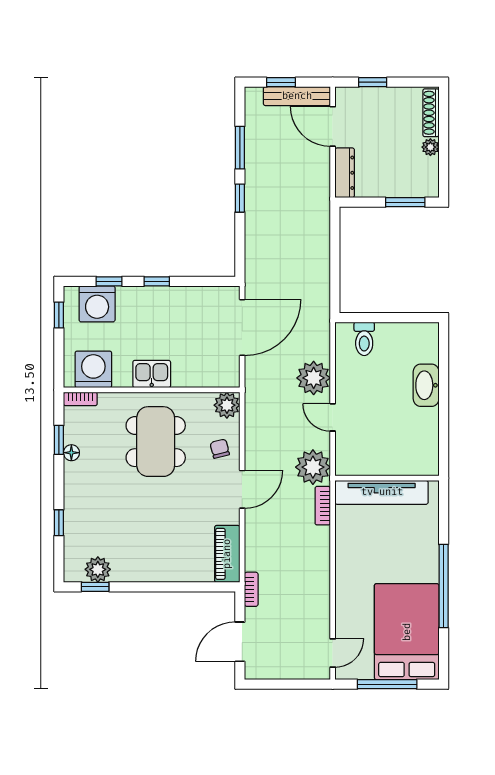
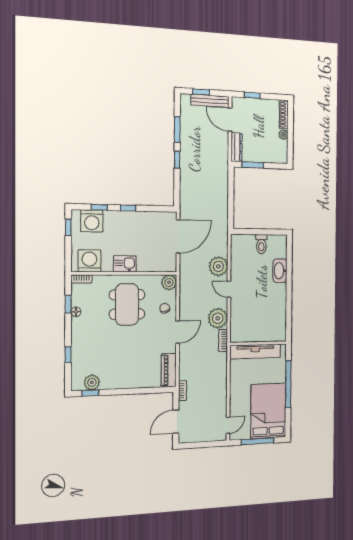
window: (405, 202) -> (253, 165), moved
toilet: (364, 339) -> (261, 244), moved
wall: (387, 478) -> (258, 343), moved
tv unit: (382, 492) -> (255, 351), moved

